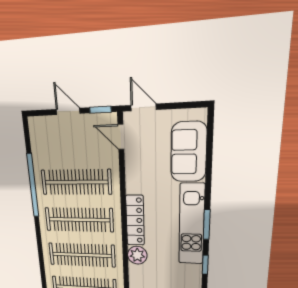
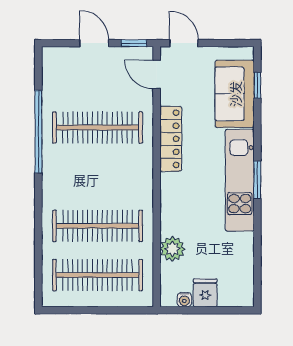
clothes rail: (79, 220) -> (98, 177), removed
locker: (135, 220) -> (171, 139), moved
plant: (137, 255) -> (172, 249), moved
window: (205, 265) -> (257, 85), moved

